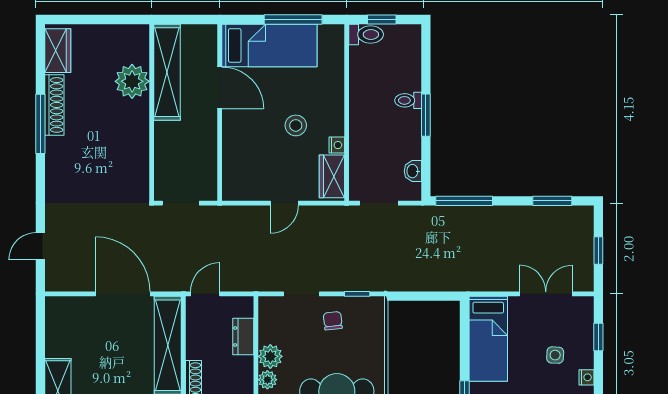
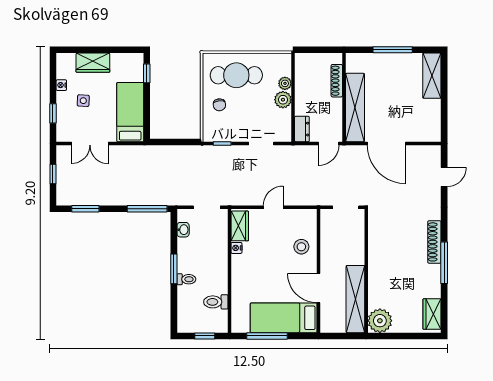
toilet: (366, 34) -> (216, 302), moved
plant: (132, 81) -> (380, 321), moved
shoe rack: (54, 105) -> (434, 242), moved
stool: (296, 125) -> (301, 247), moved
chair: (333, 321) -> (219, 105), moved
dresser: (243, 337) -> (302, 129), moved

